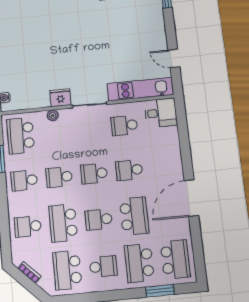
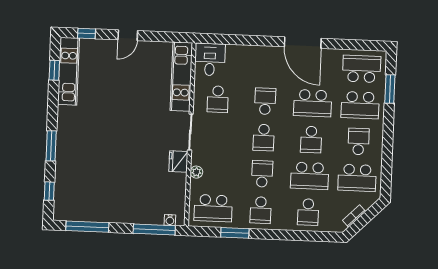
door: (174, 58) -> (128, 35), moved
school desk: (129, 170) -> (265, 101), turned 180
school desk: (59, 177) -> (262, 174), turned 180
school desk: (134, 216) -> (313, 103), turned 180

